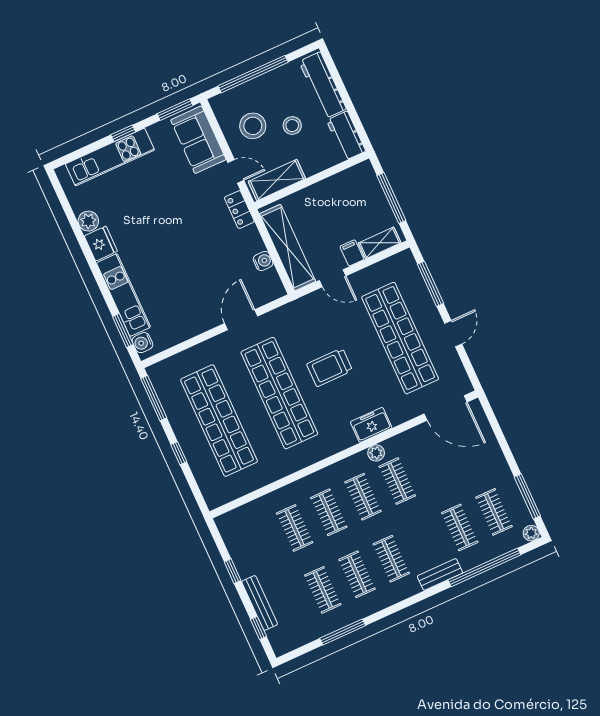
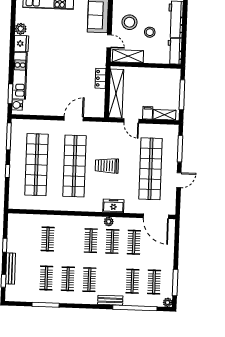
locker: (239, 210) -> (100, 78), moved
water cooler: (263, 261) -> (100, 94), removed
clothes rail: (329, 512) -> (134, 242), moved

